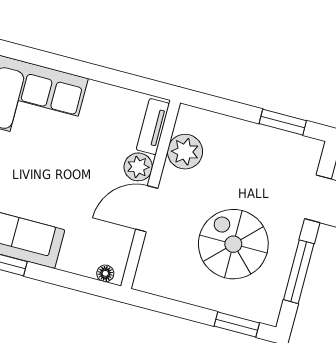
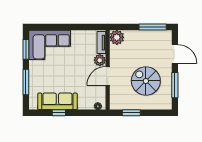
window: (283, 122) -> (153, 27), width x1.44
plant: (185, 152) -> (117, 37), moved
window: (237, 325) -> (131, 113), moved

